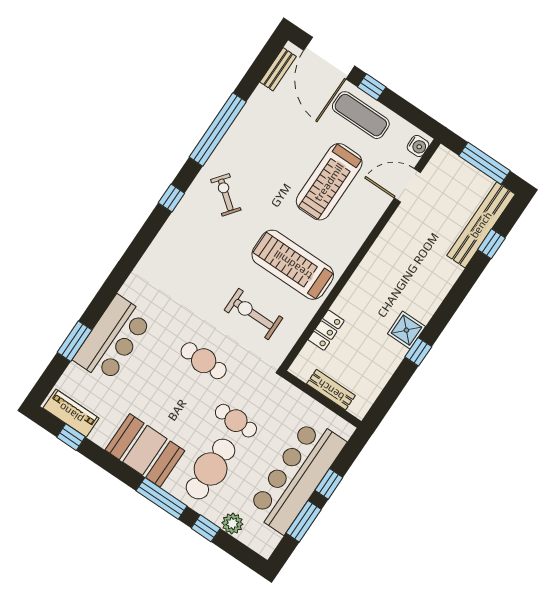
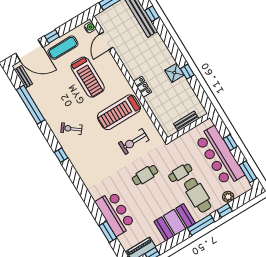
window: (218, 129) -> (30, 105), moved
locker: (326, 330) -> (143, 87), moved
window: (304, 521) -> (248, 172), moved

